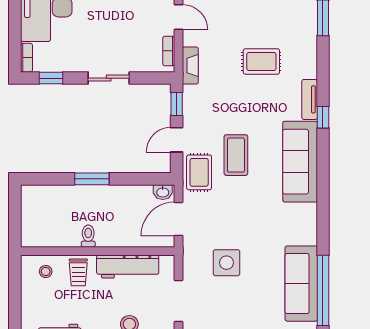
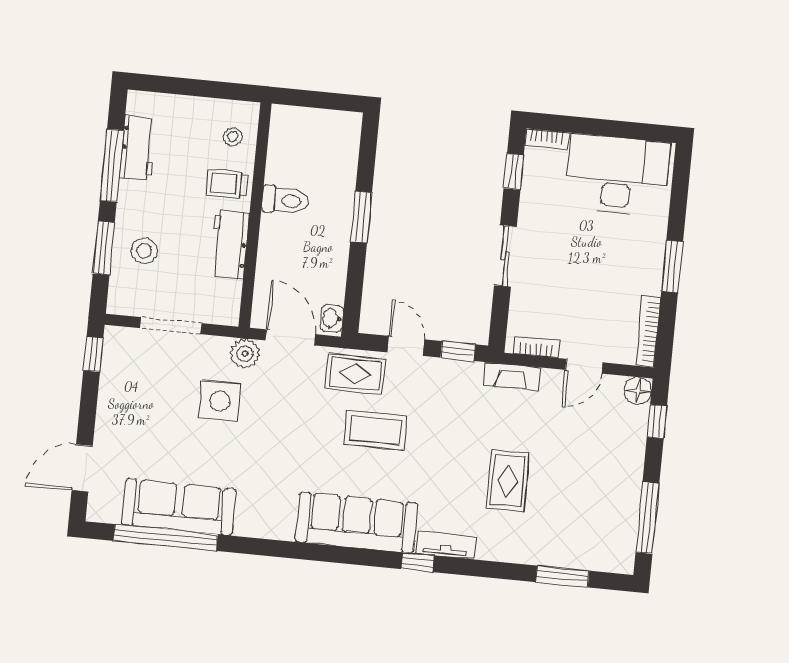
toilet: (88, 236) -> (285, 200), width x1.37, depth x1.39
plant: (193, 249) -> (245, 354), added
workbench: (128, 266) -> (230, 244), width x0.73

